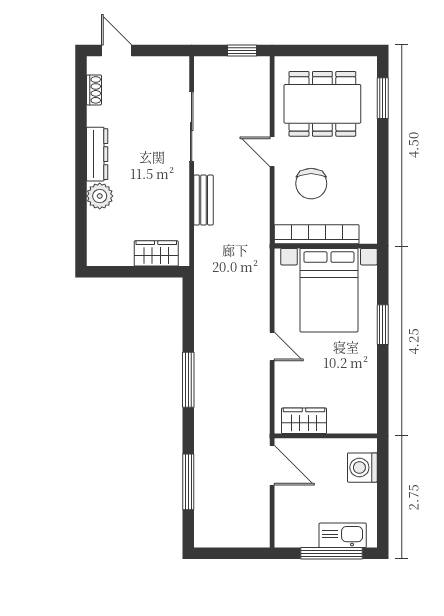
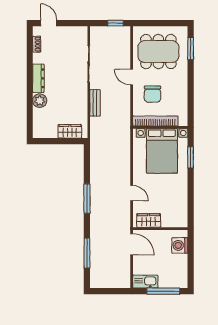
window: (383, 325) -> (191, 157), moved
door: (272, 346) -> (132, 193), moved
kitchen sink: (343, 535) -> (145, 282), moved

